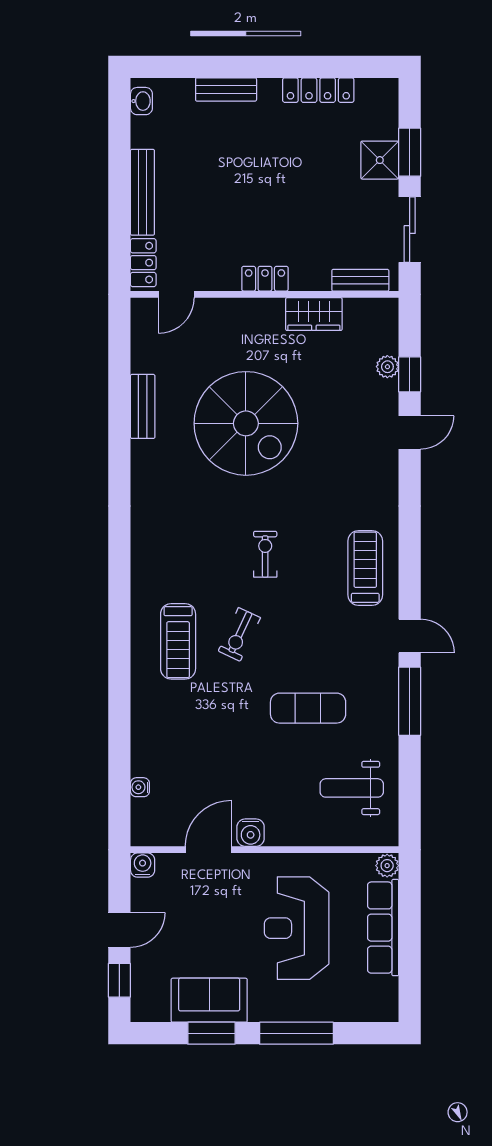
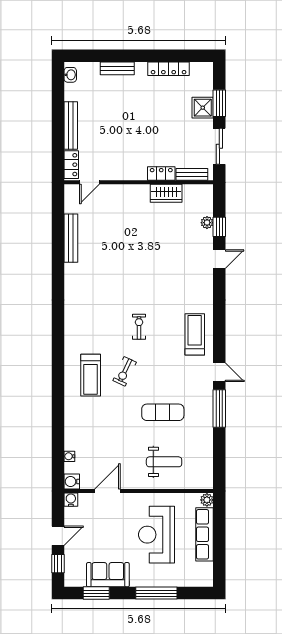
locker: (265, 279) -> (161, 174), moved
bench: (143, 406) -> (71, 238), width x1.36
spiral stairs: (246, 423) -> (128, 254), removed
weight bench: (352, 788) -> (164, 462), moved, turned 180
water cooler: (251, 833) -> (72, 482), moved, turned 90
window: (211, 1033) -> (96, 593), moved

